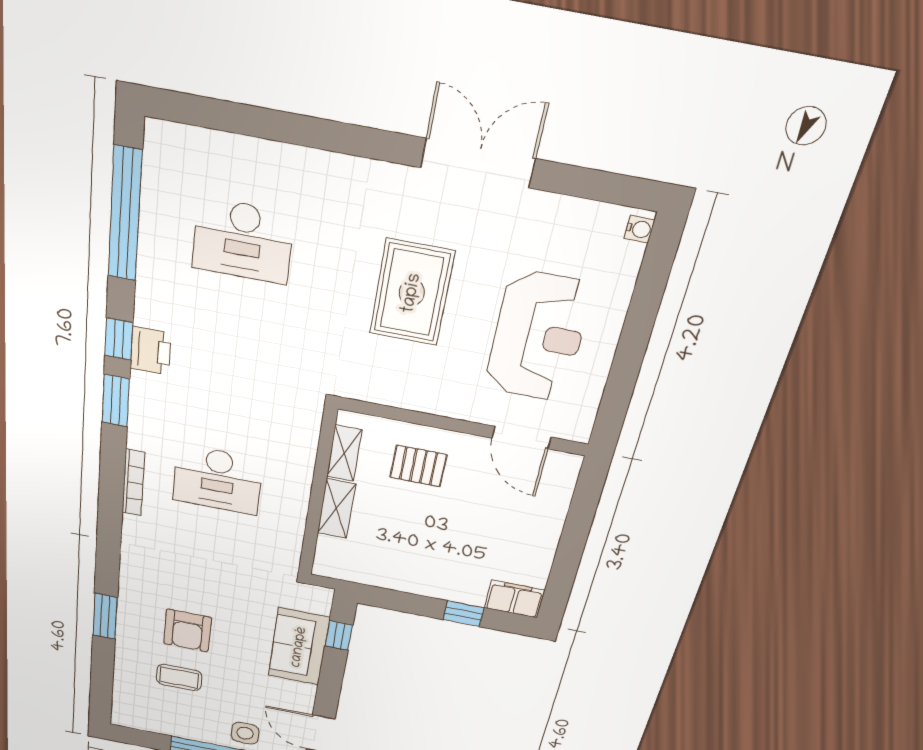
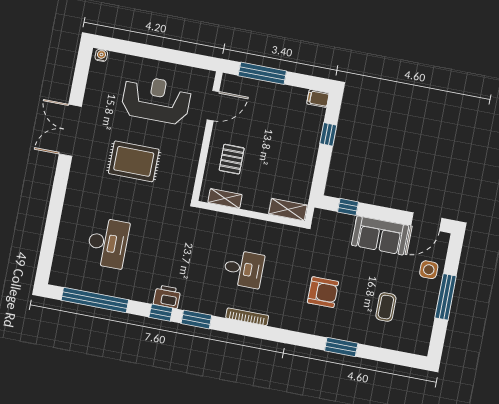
desk: (218, 480) -> (244, 269), width x0.73
shelving: (336, 509) -> (288, 210), moved
window: (579, 520) -> (262, 73), added
filing cabinet: (515, 599) -> (318, 98), width x0.50
armchair: (187, 631) -> (323, 292), moved
sofa: (299, 647) -> (380, 235), moved

